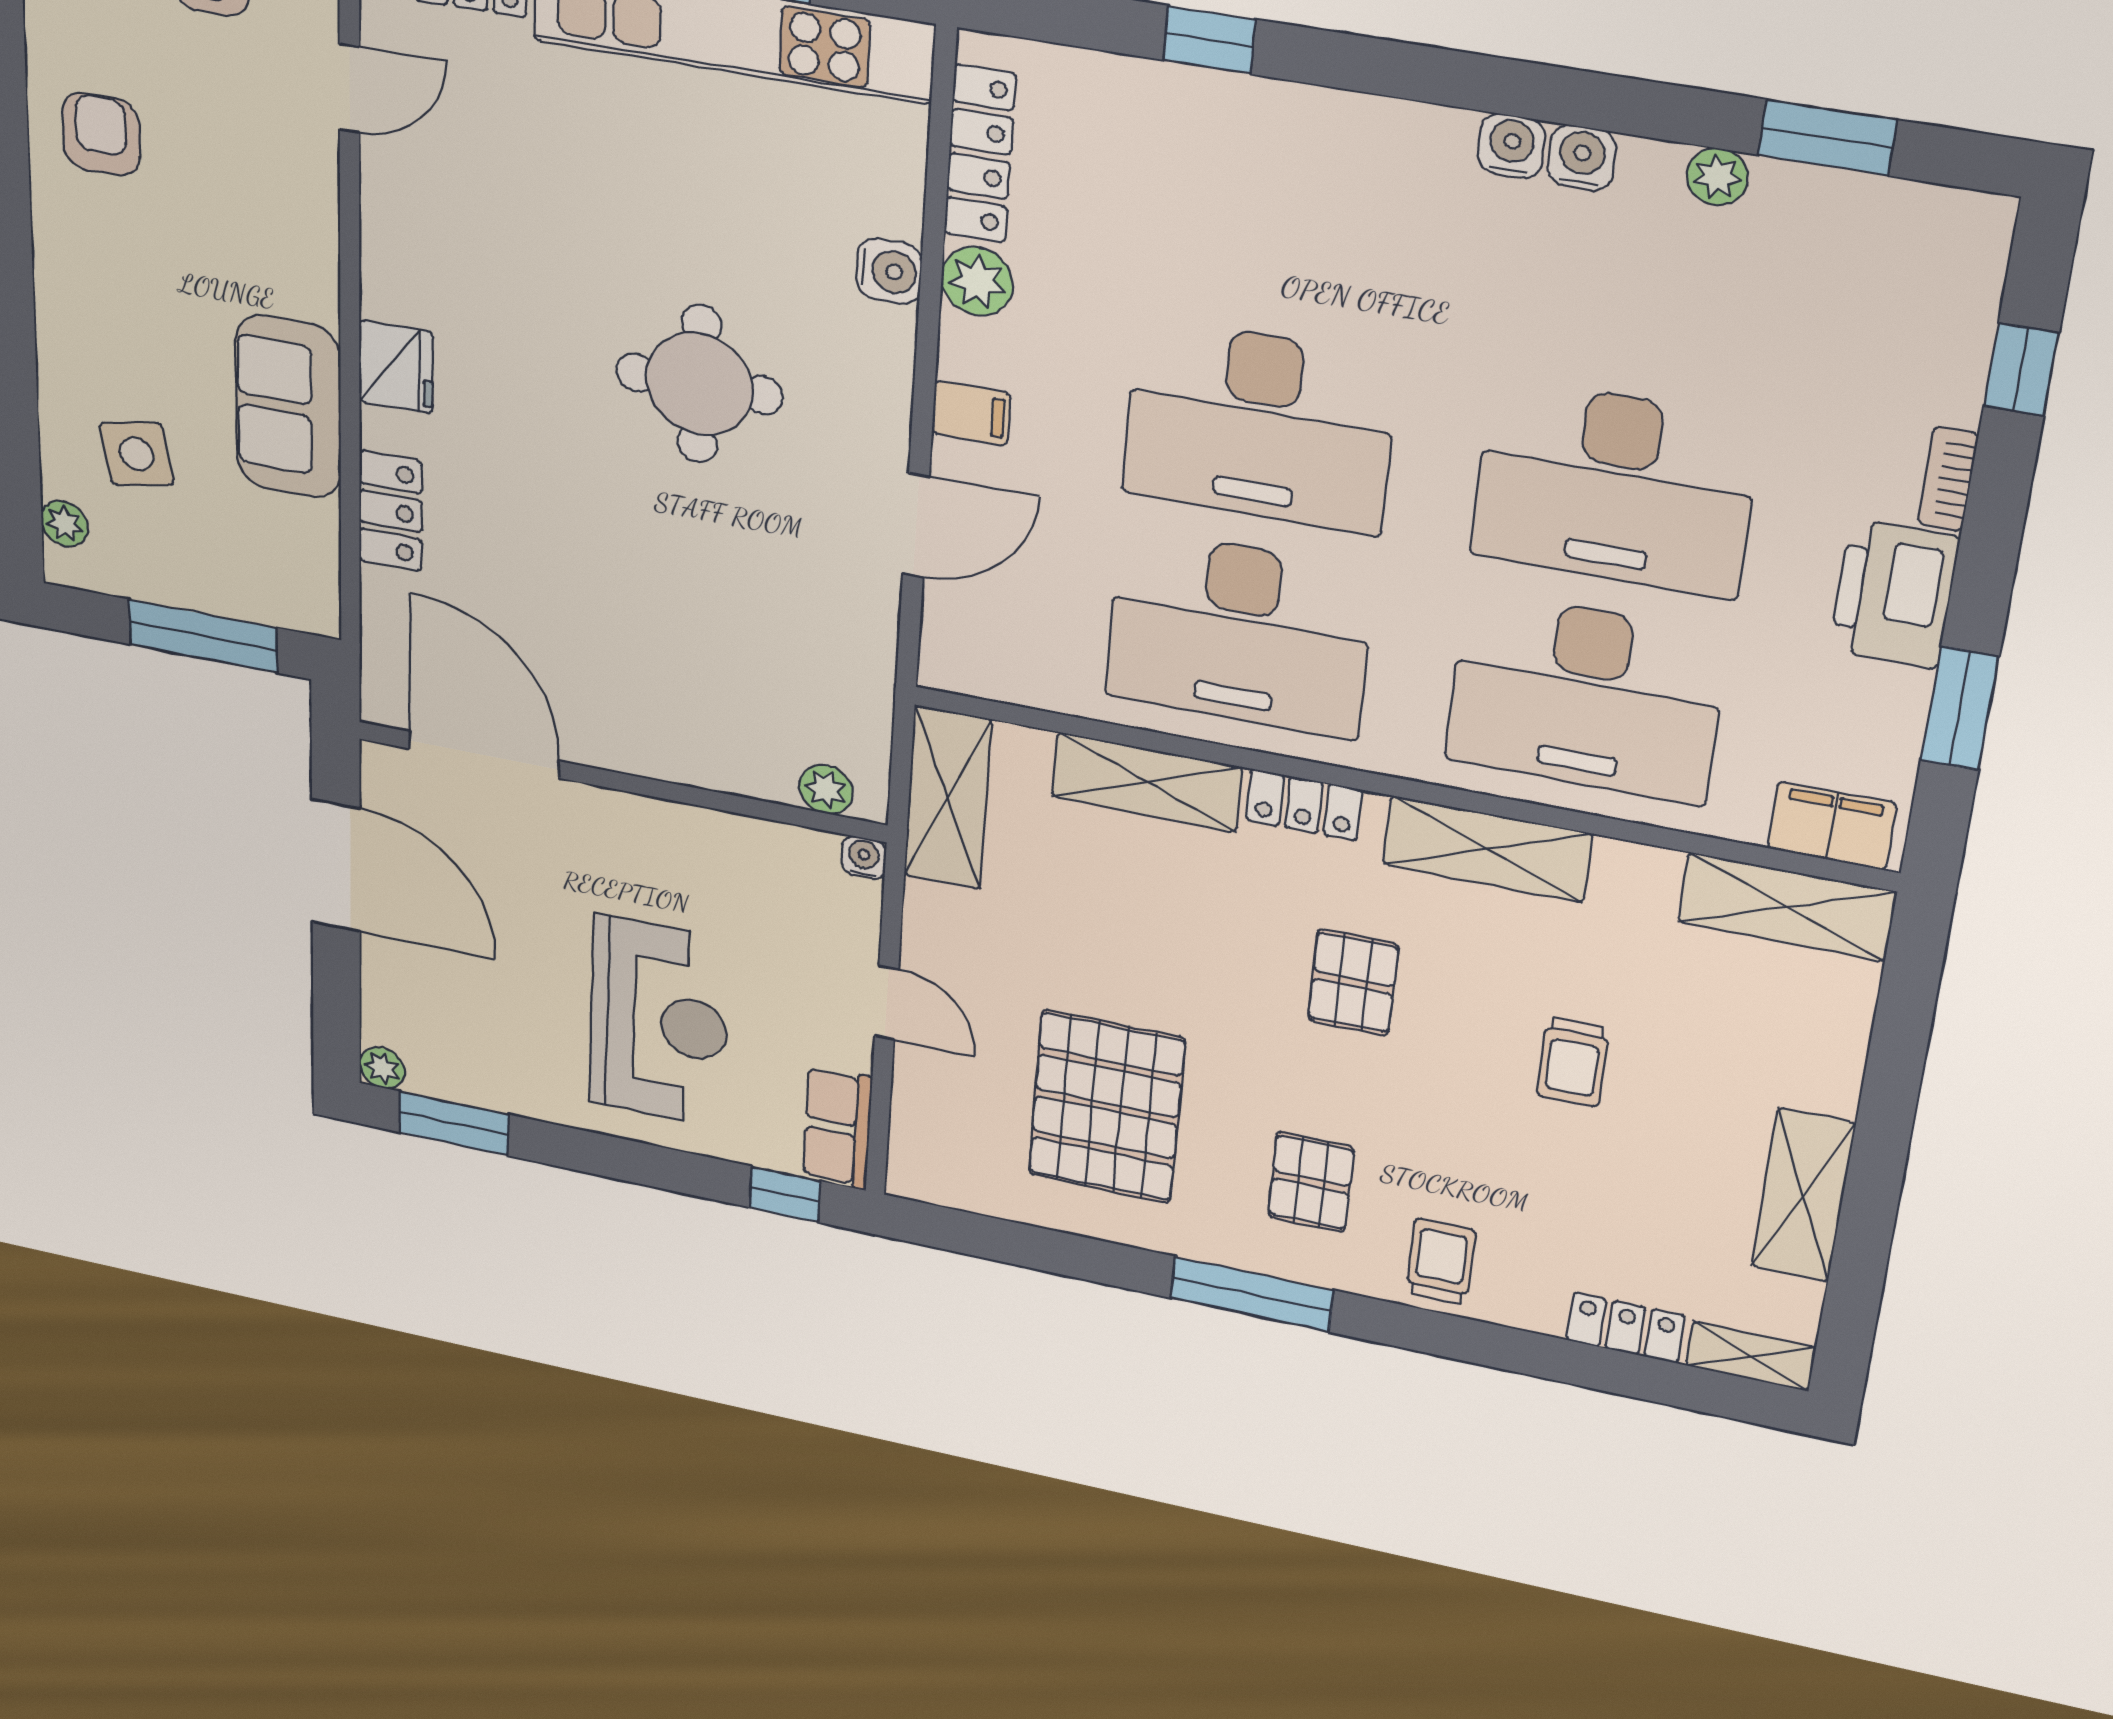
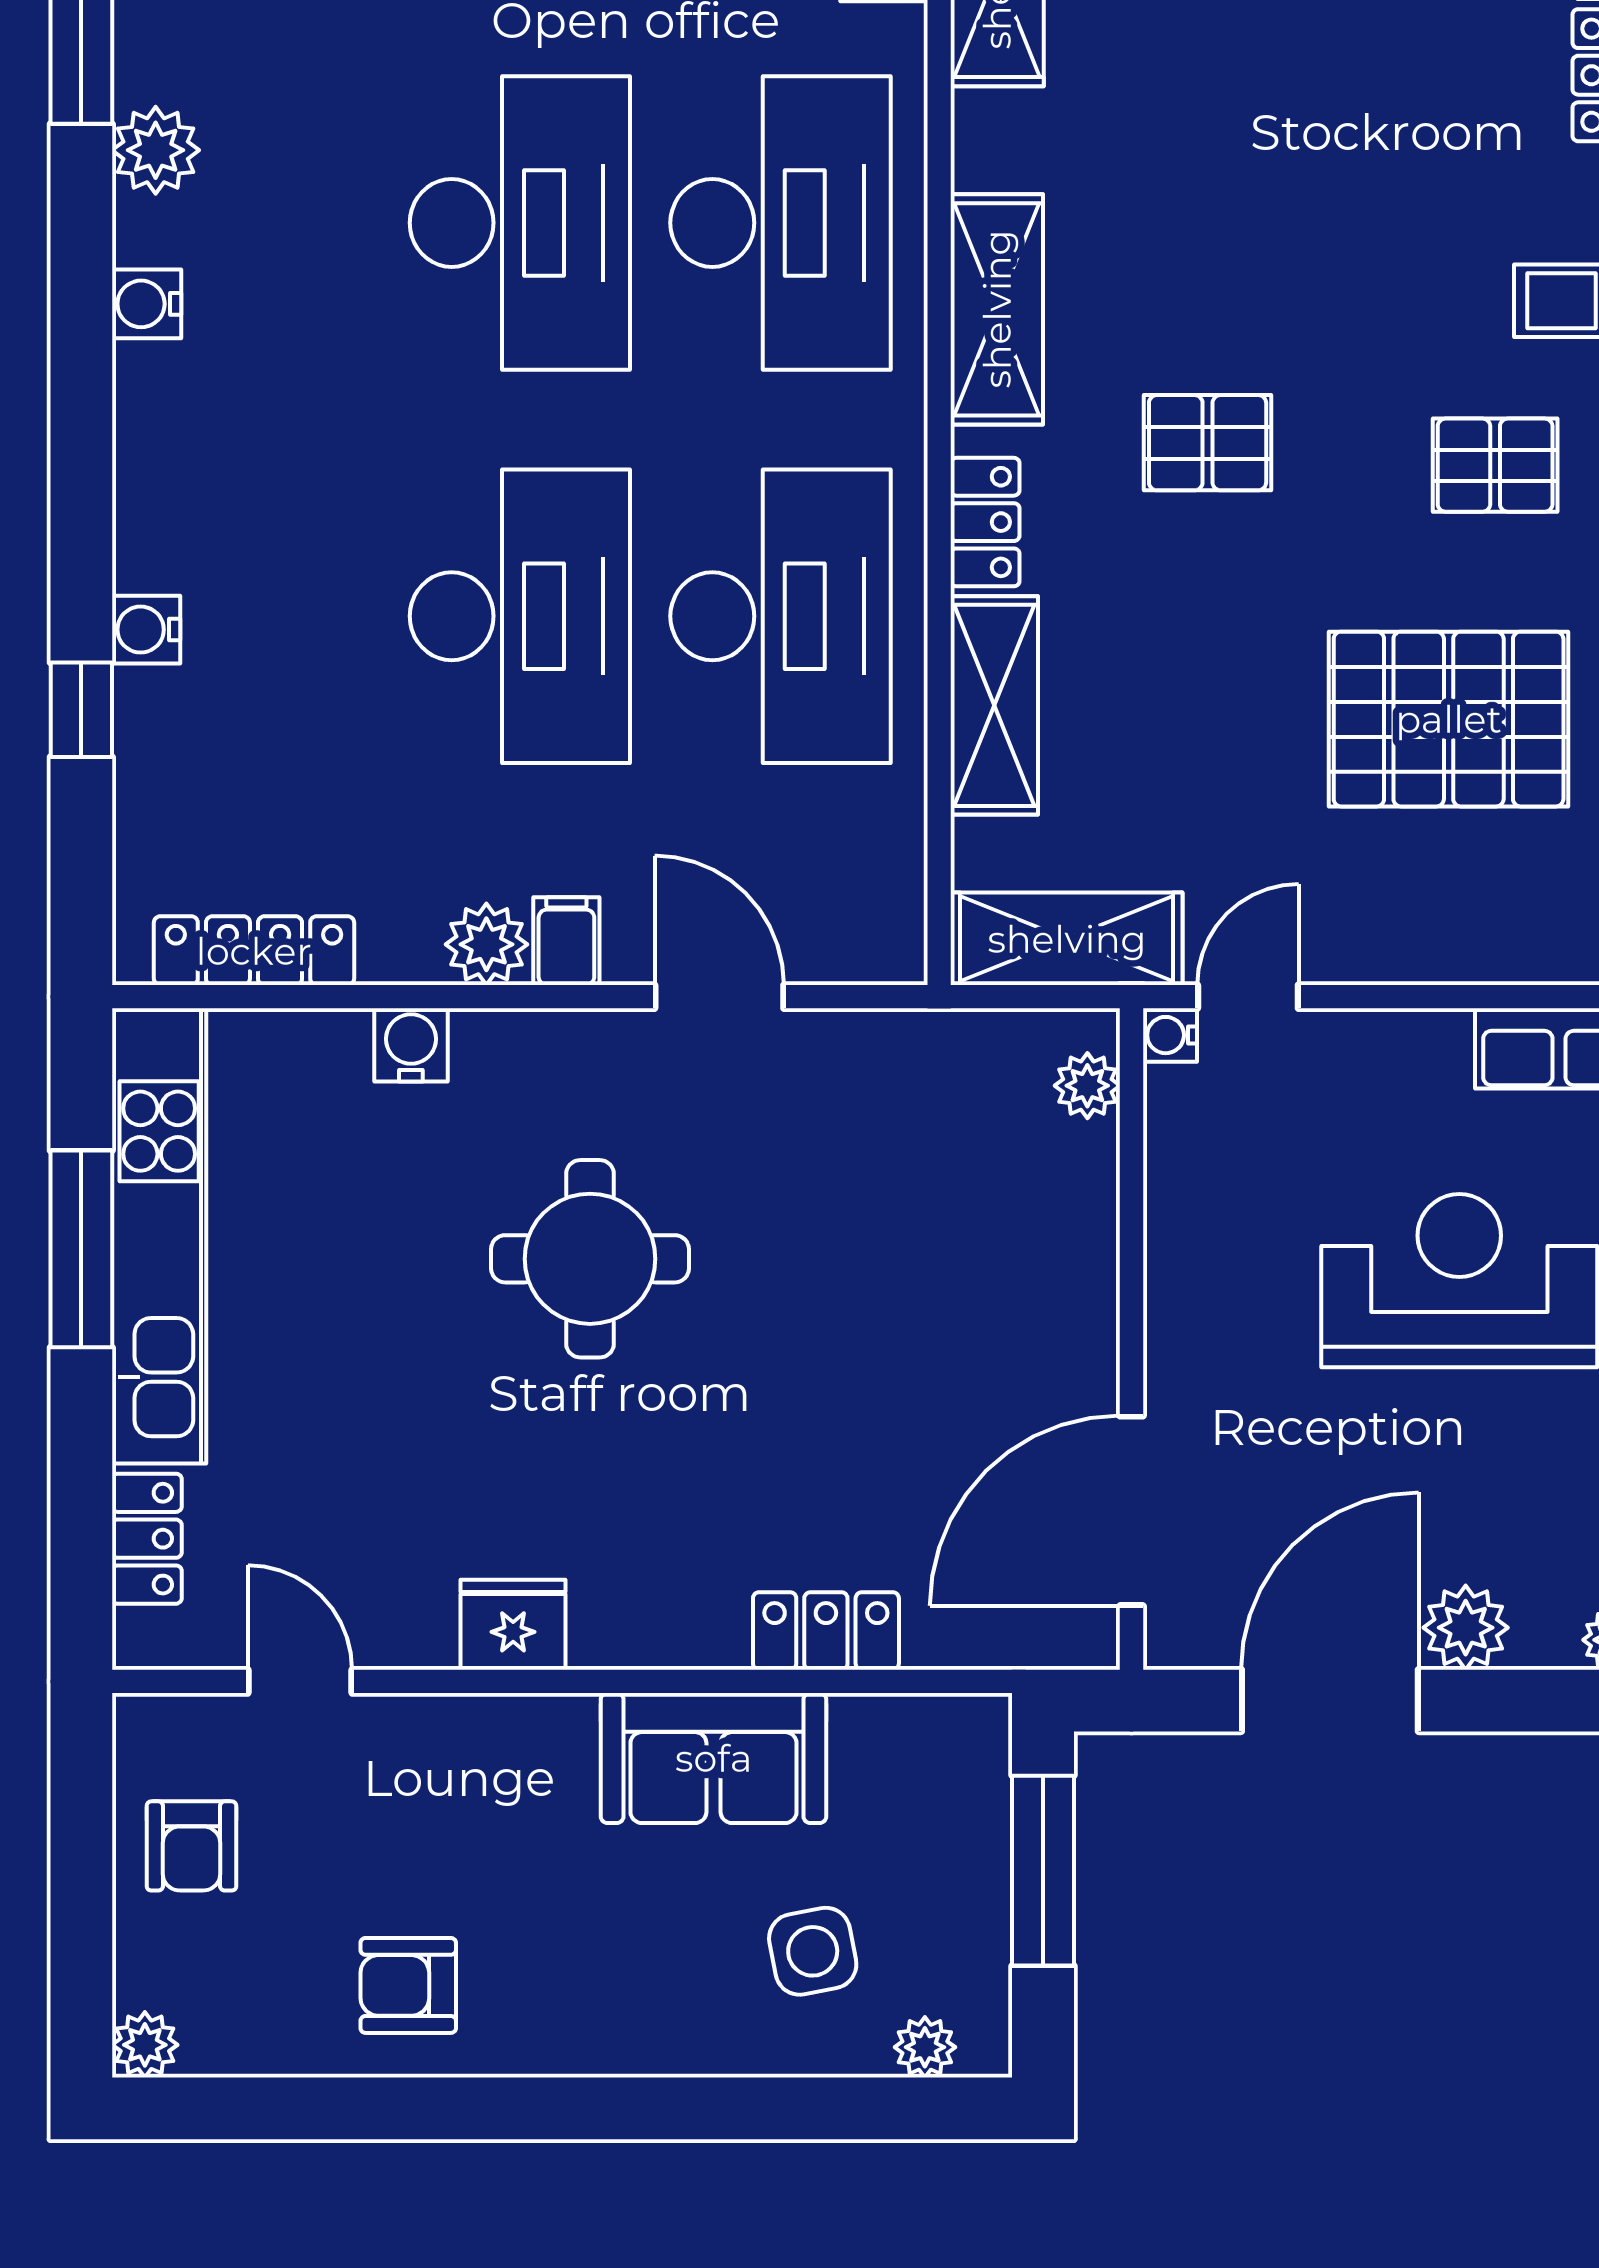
water cooler: (1512, 146) -> (146, 630), moved
plant: (1717, 177) -> (156, 150), width x1.38, depth x1.38
plant: (977, 281) -> (486, 944), moved
fridge: (396, 367) -> (513, 1625), moved
plant: (392, 971) -> (1466, 1628), added
door: (887, 1003) -> (1248, 997), moved
trolley: (1573, 1062) -> (1255, 180), removed

